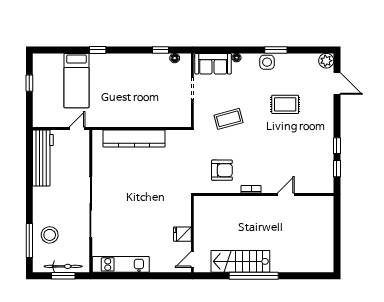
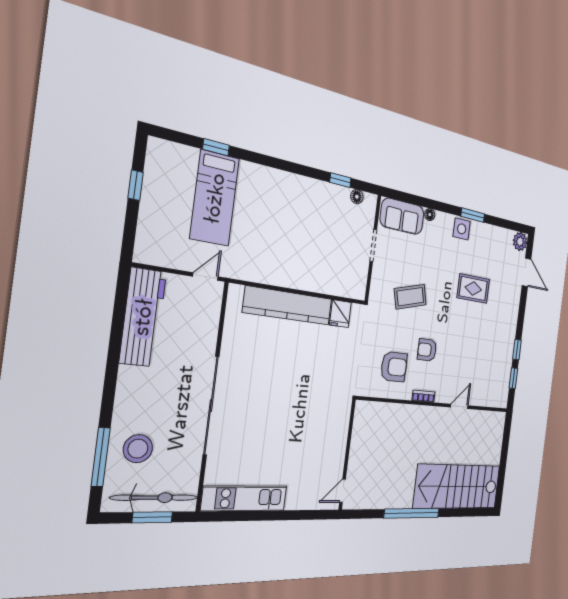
window: (98, 50) -> (216, 147), moved
armchair: (249, 155) -> (427, 350), added
fridge: (182, 234) -> (340, 314), moved, turned -90
stairs: (240, 261) -> (458, 487), moved, width x1.36, depth x1.51
bicycle: (63, 266) -> (155, 498), width x1.37, depth x1.40

